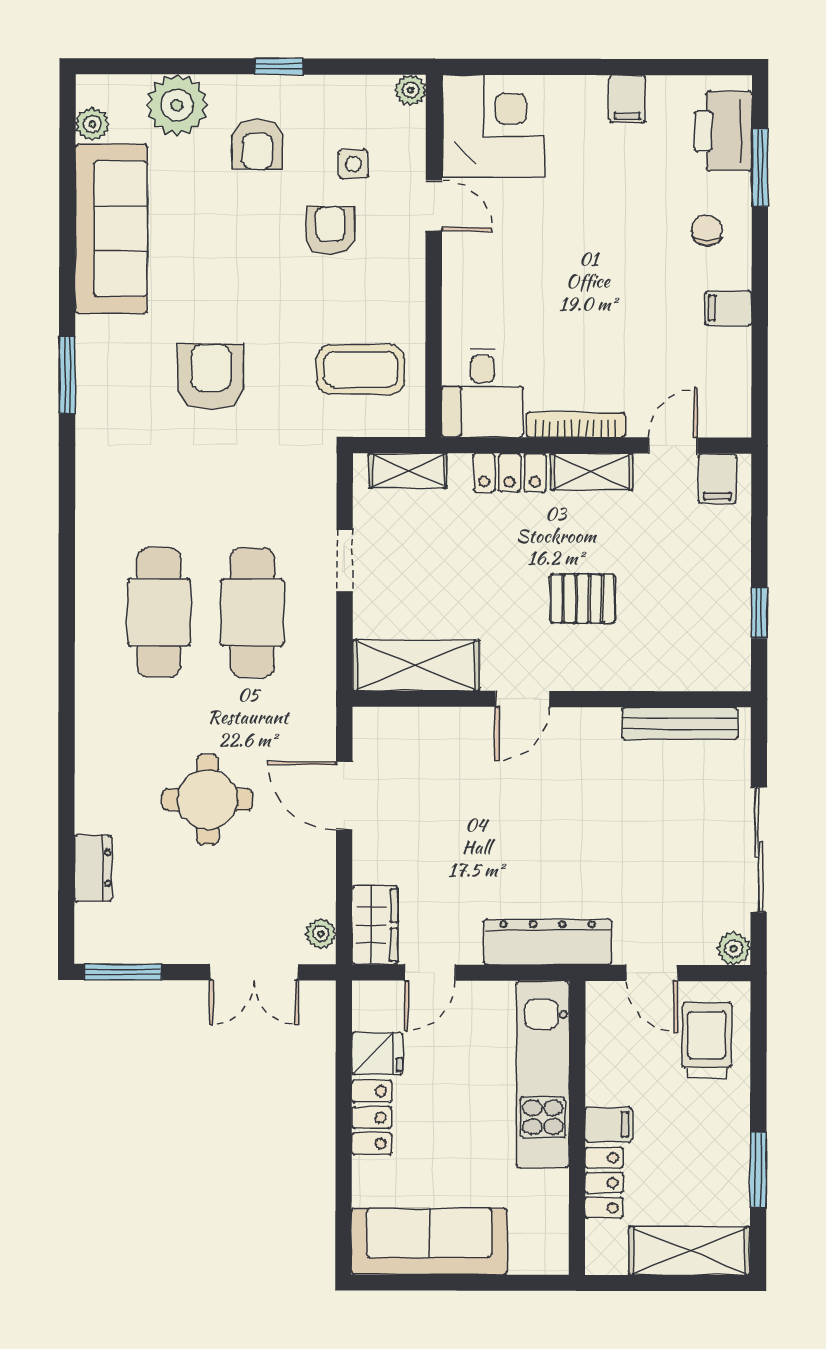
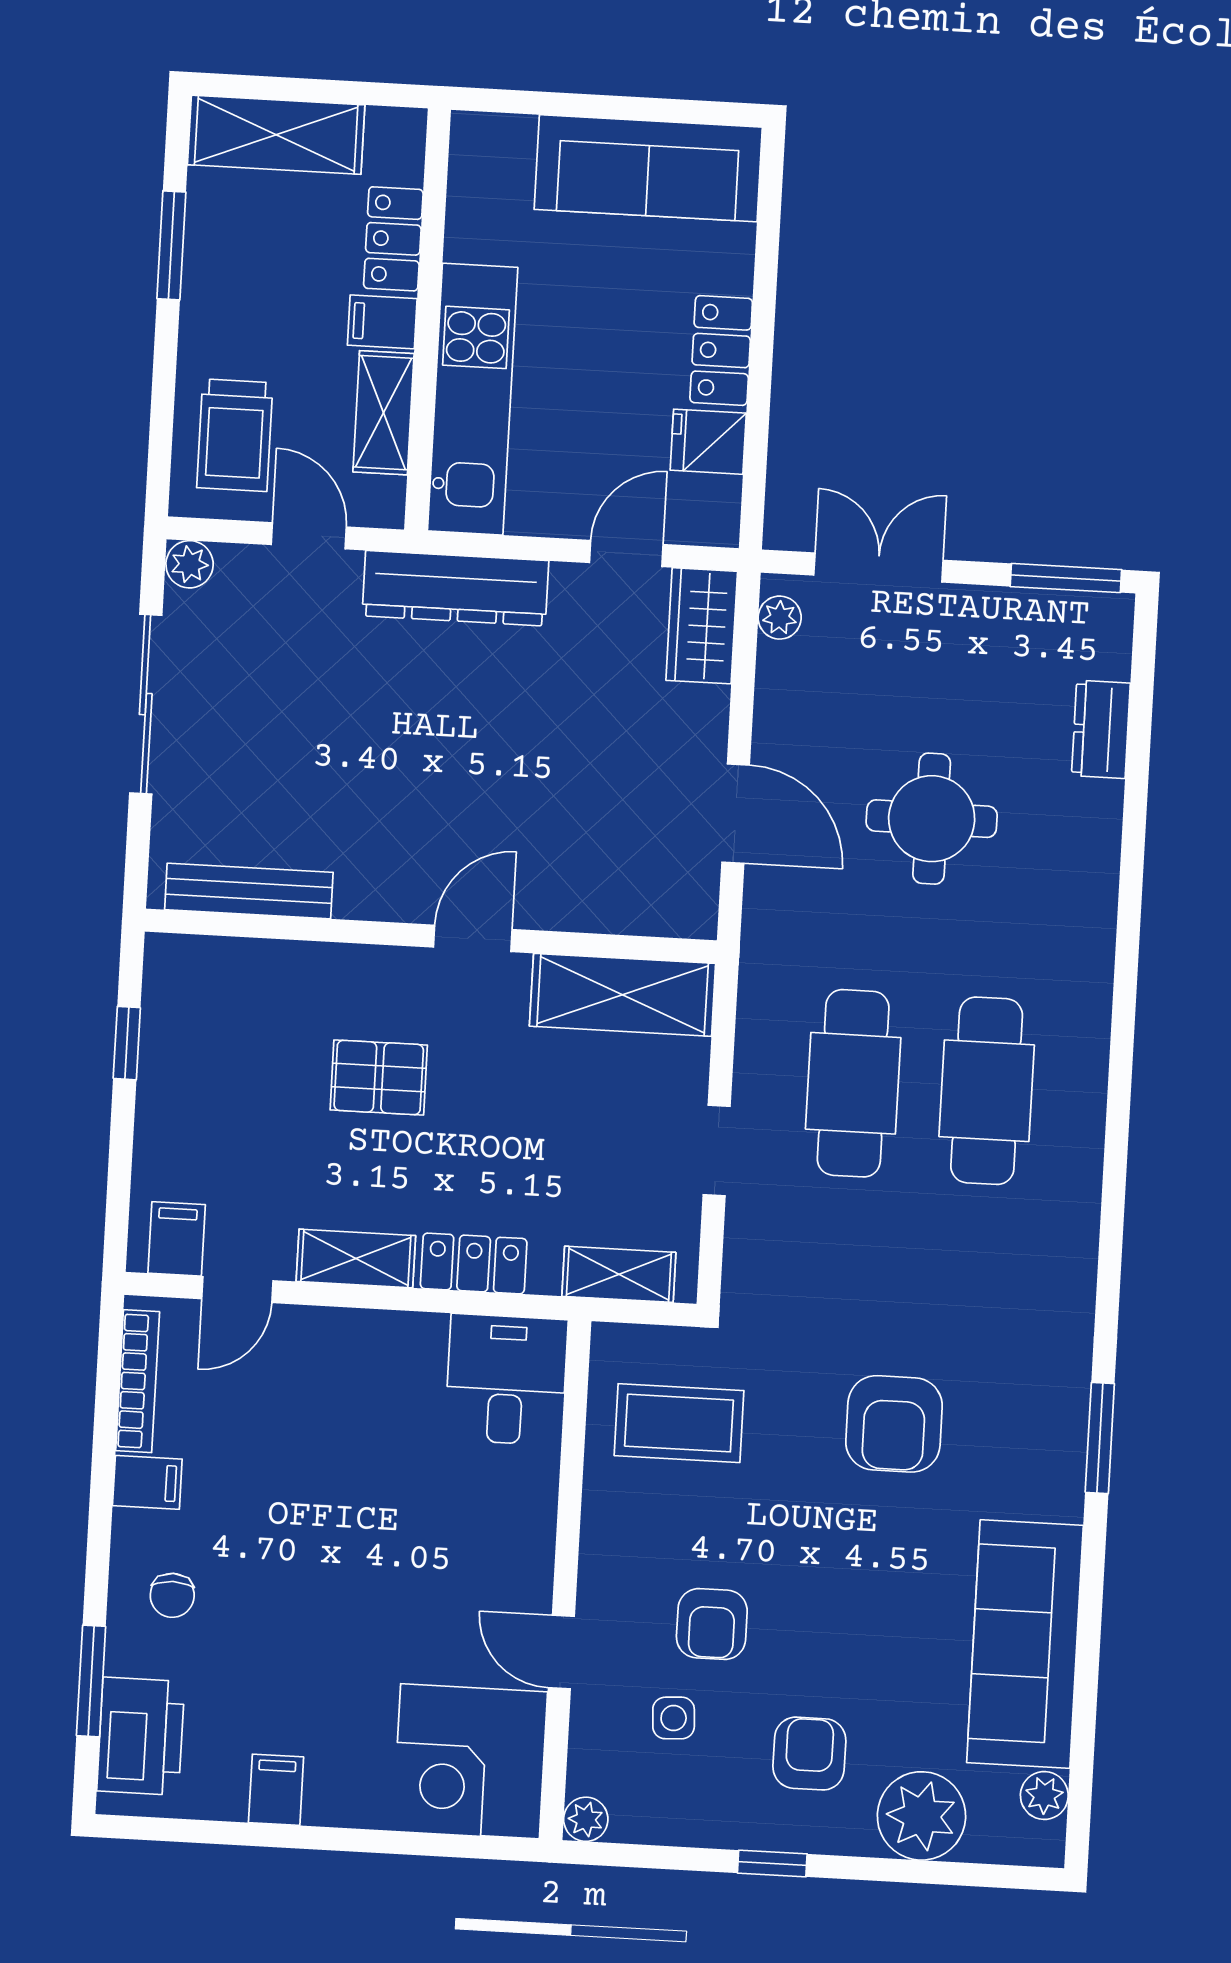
bookcase: (576, 425) -> (138, 1381), moved, turned -90
shelving: (604, 1061) -> (383, 413), added

